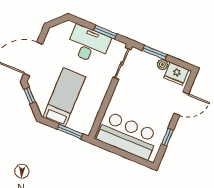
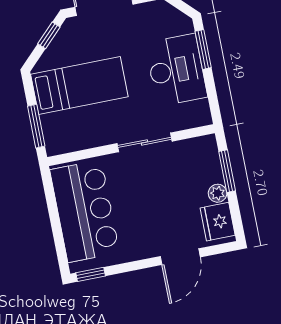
window: (105, 32) -> (203, 49), moved
sliding door: (122, 63) -> (144, 142), moved
door: (181, 104) -> (180, 257), hinge flipped
window: (167, 137) -> (91, 274), moved

